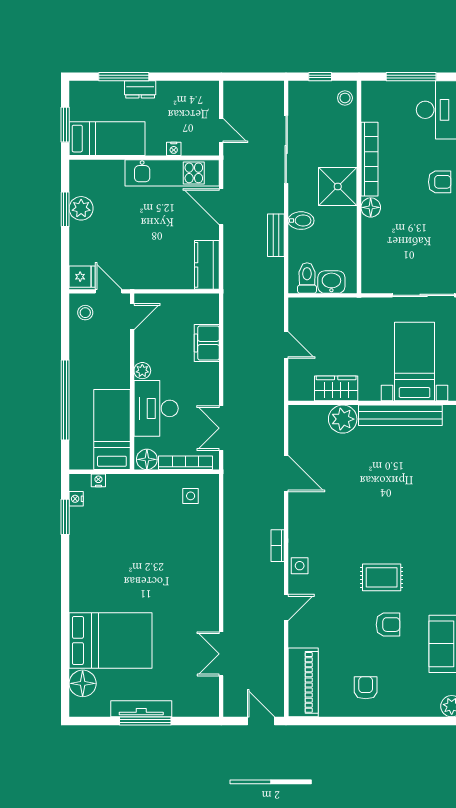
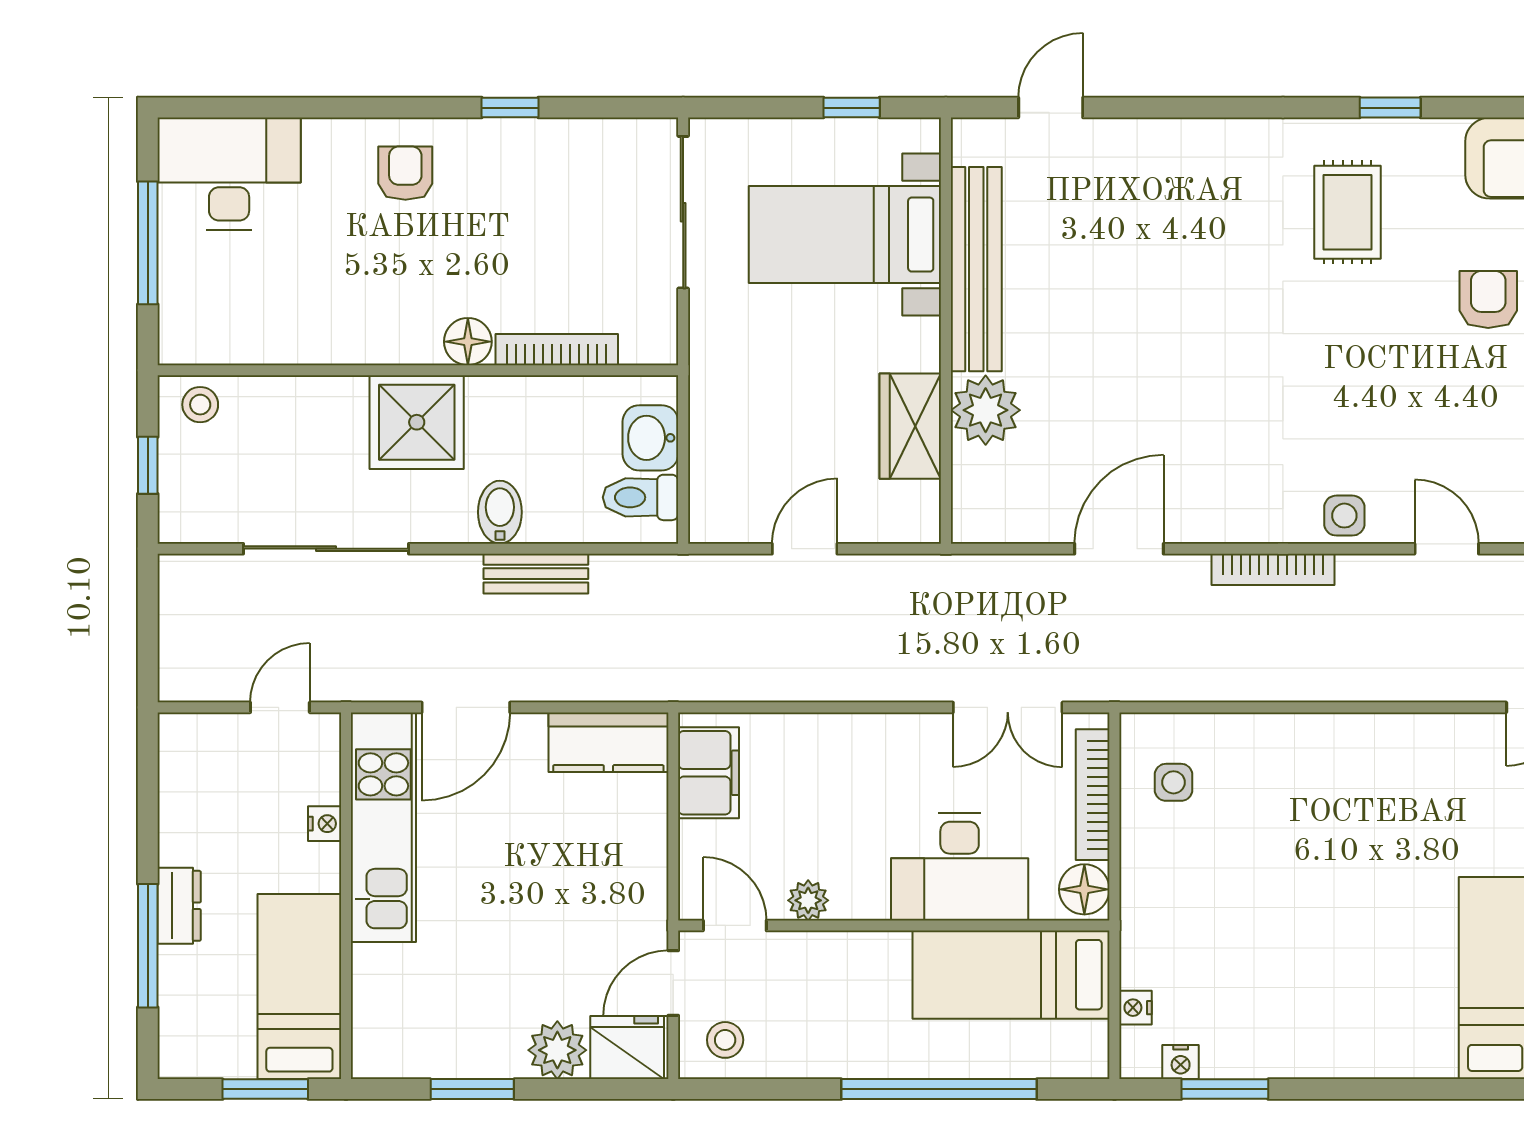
bookcase: (369, 159) -> (557, 350), moved, width x0.68, depth x0.76
plant: (81, 208) -> (557, 1050), moved
fridge: (82, 277) -> (627, 1048), width x1.38
filing cabinet: (207, 343) -> (709, 773), moved, turned -90
plant: (142, 371) -> (808, 900), moved
bookcase: (278, 546) -> (1273, 569), width x1.56
rug: (382, 577) -> (1348, 212), moved

